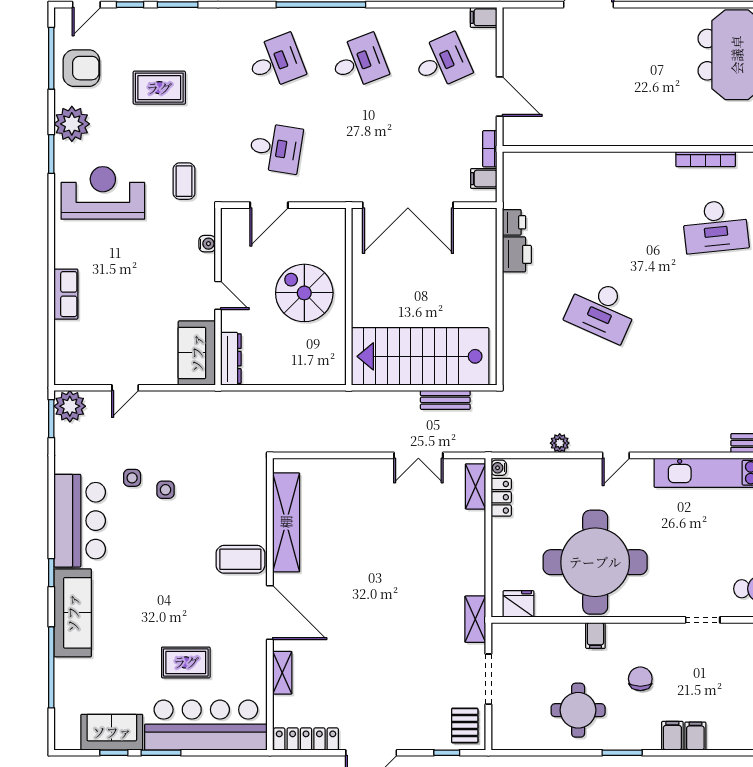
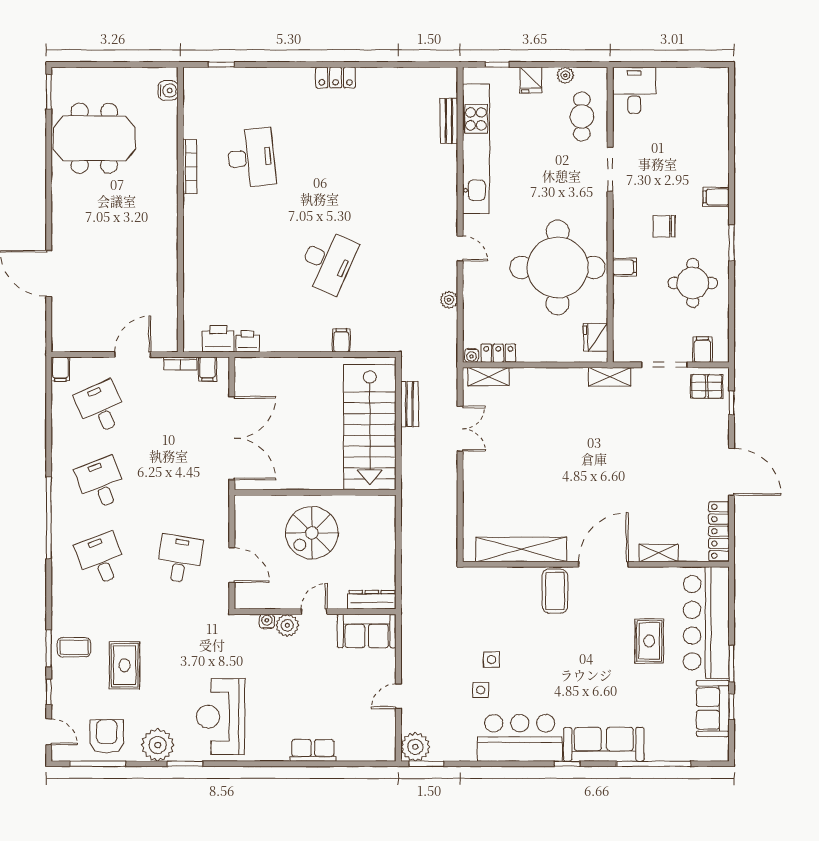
coffee table: (184, 181) -> (74, 647), moved
printer: (517, 254) -> (218, 339), moved
plant: (203, 266) -> (287, 625), added
filing cabinet: (515, 325) -> (341, 340), added
door: (125, 388) -> (398, 696), swing flipped
doorway: (703, 620) -> (610, 169), width x1.38
filing cabinet: (695, 736) -> (702, 350), moved, turned 90

